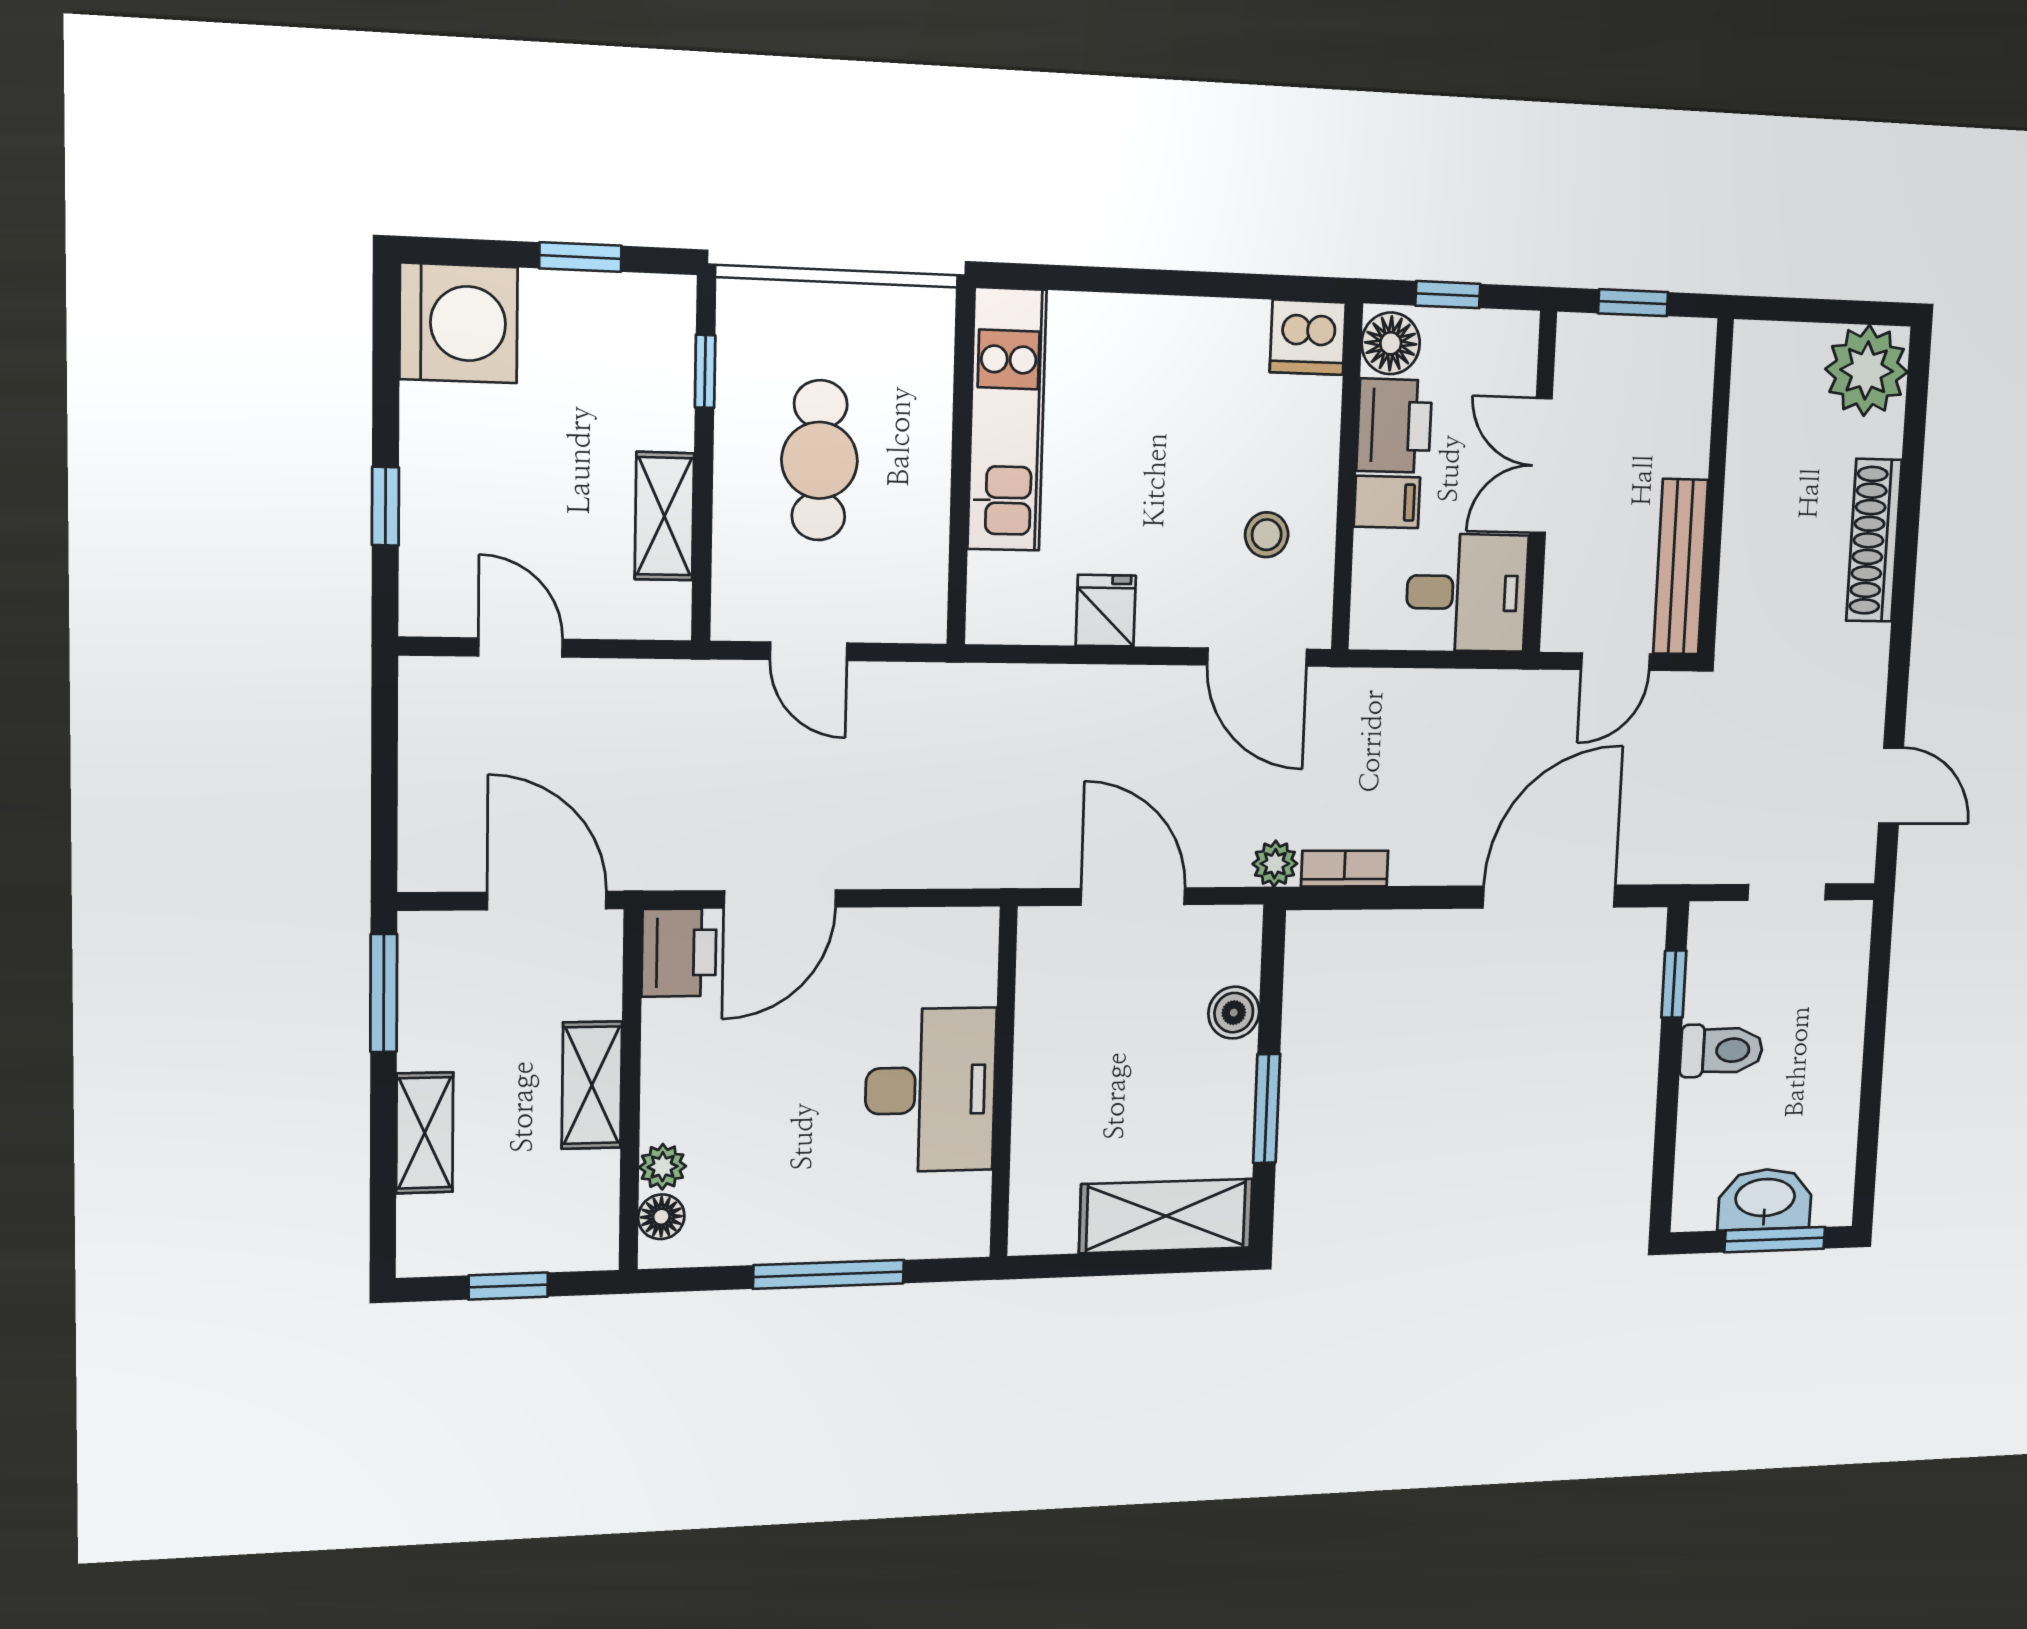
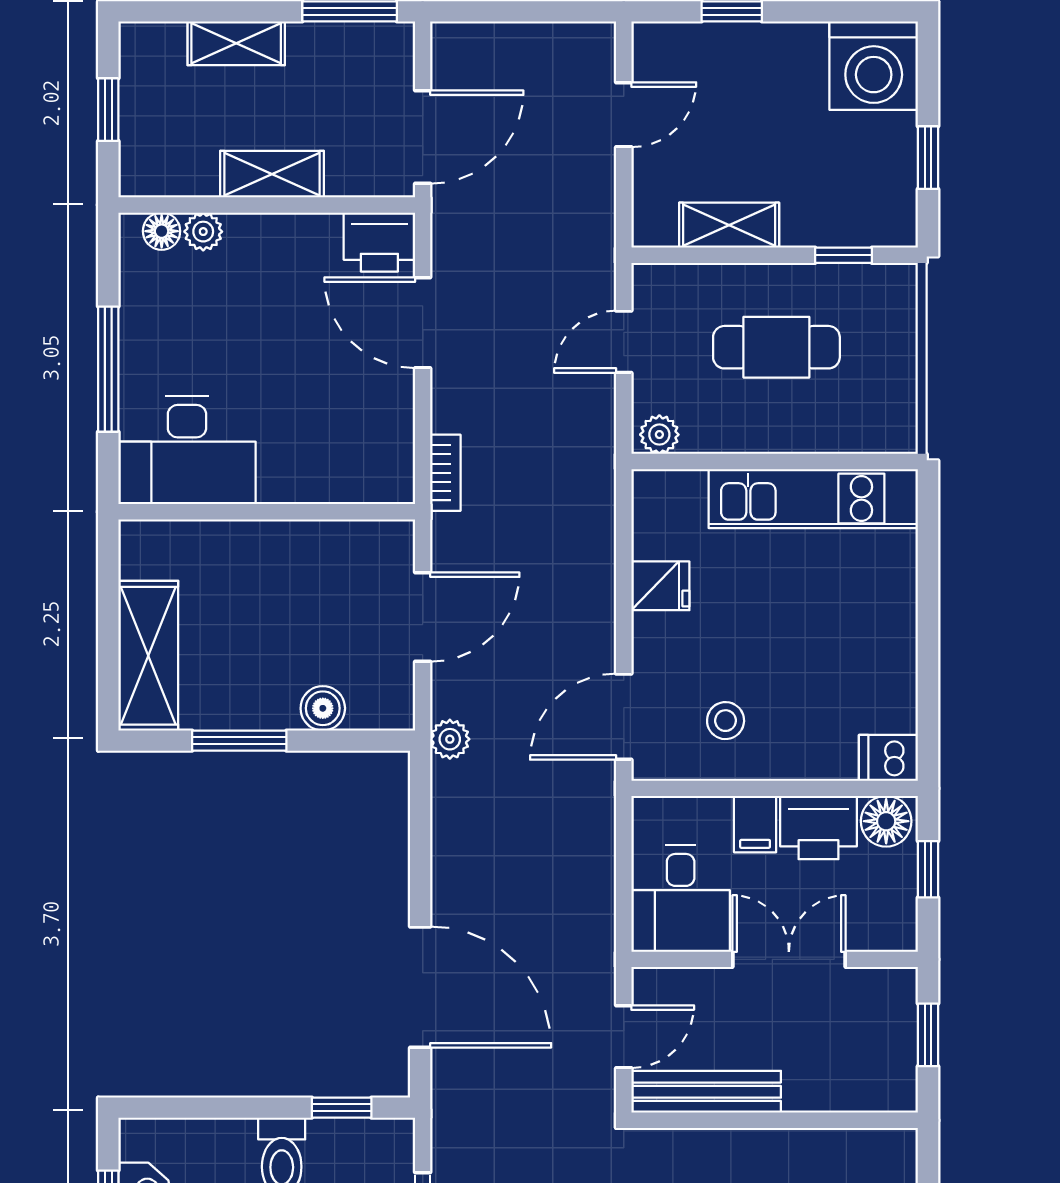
dishwasher: (1308, 337) -> (888, 758), width x0.73
plant: (924, 609) -> (659, 435), added
door: (1616, 662) -> (624, 1037), swing flipped
bookcase: (1345, 869) -> (445, 473), moved
desk: (930, 1090) -> (187, 450), moved

